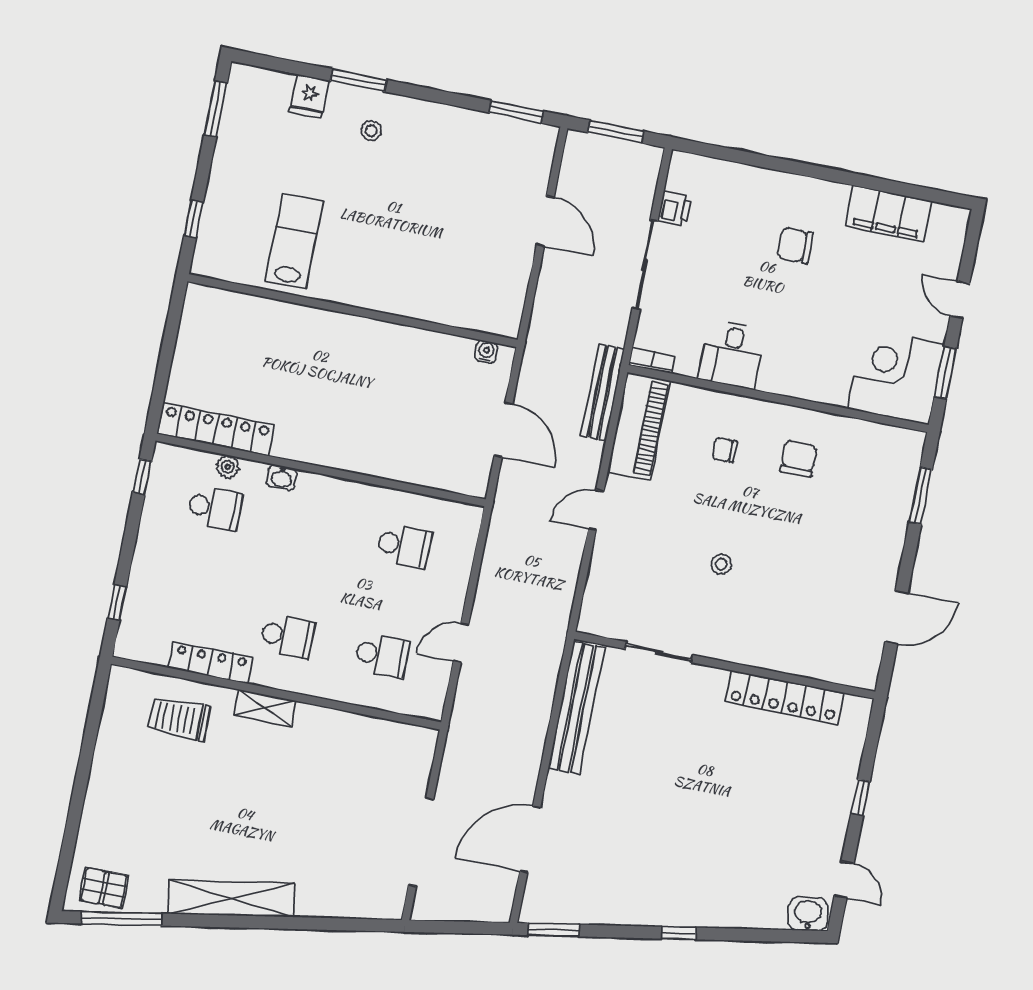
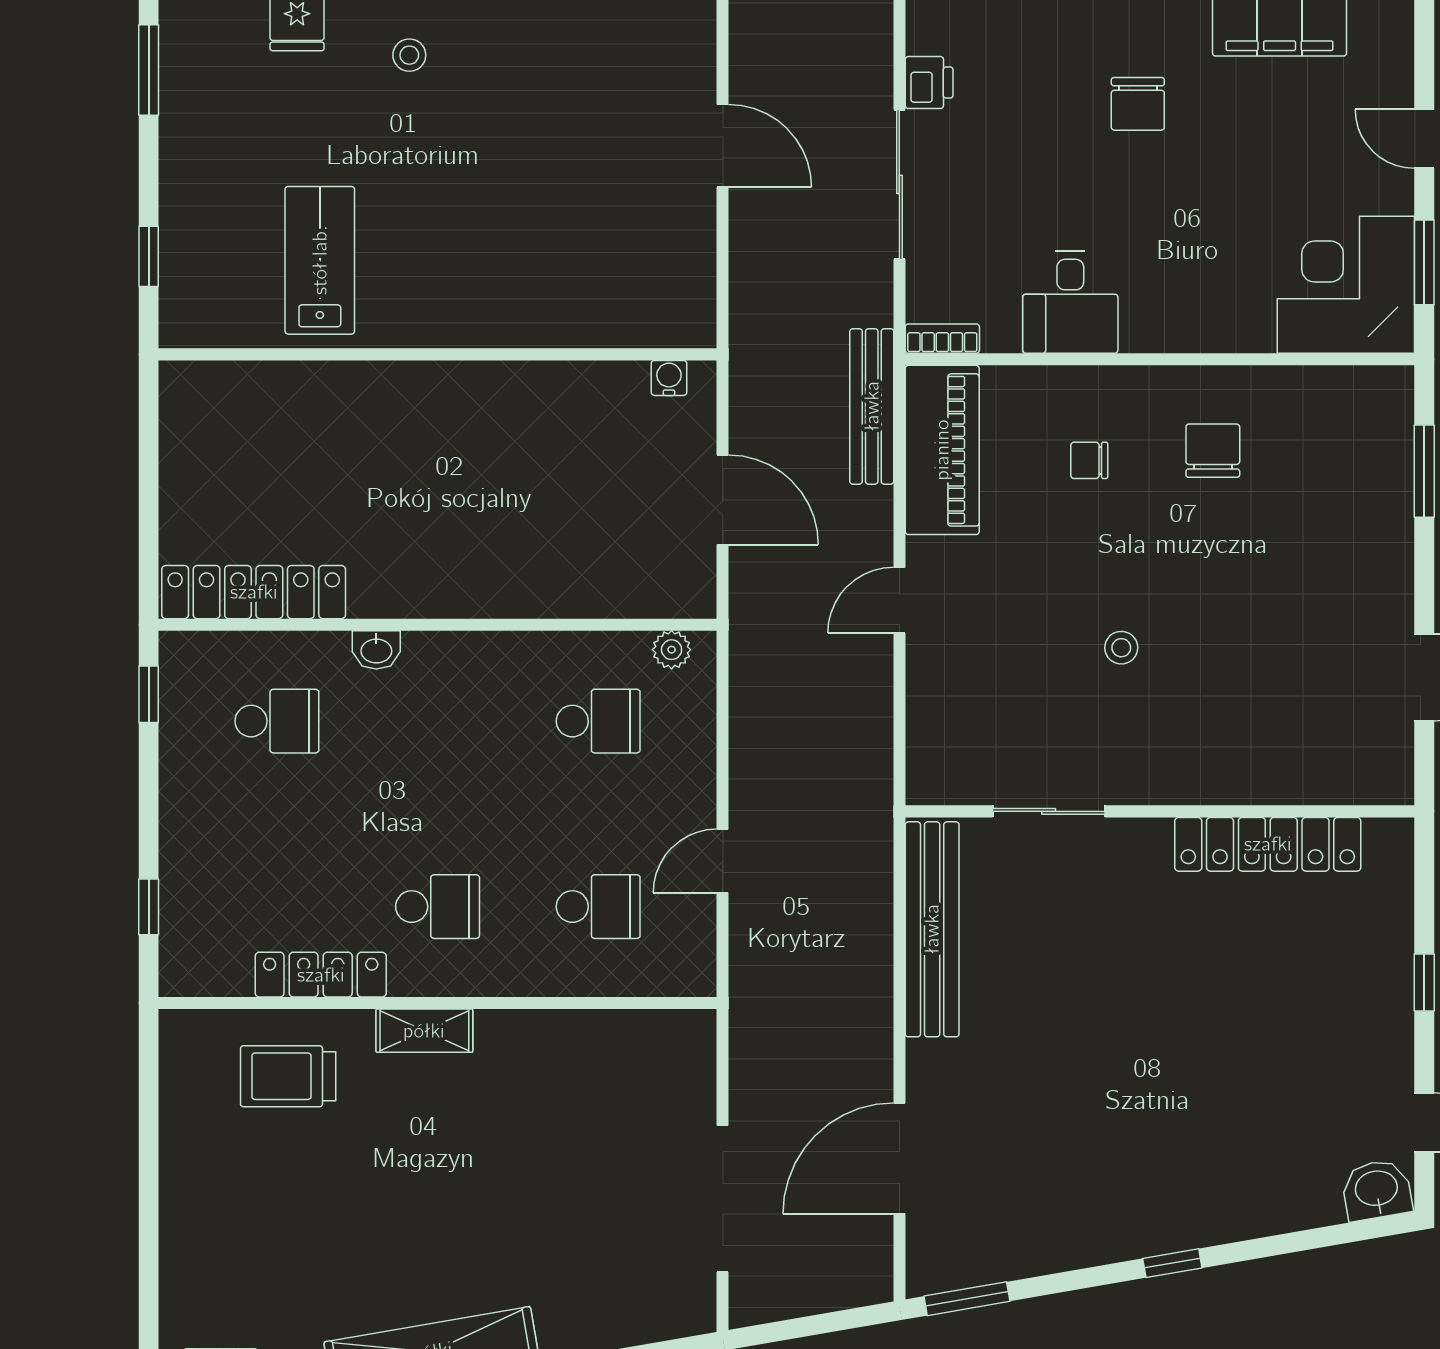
chair: (795, 245) -> (1138, 104), turned -90
plant: (228, 467) -> (672, 650), moved

